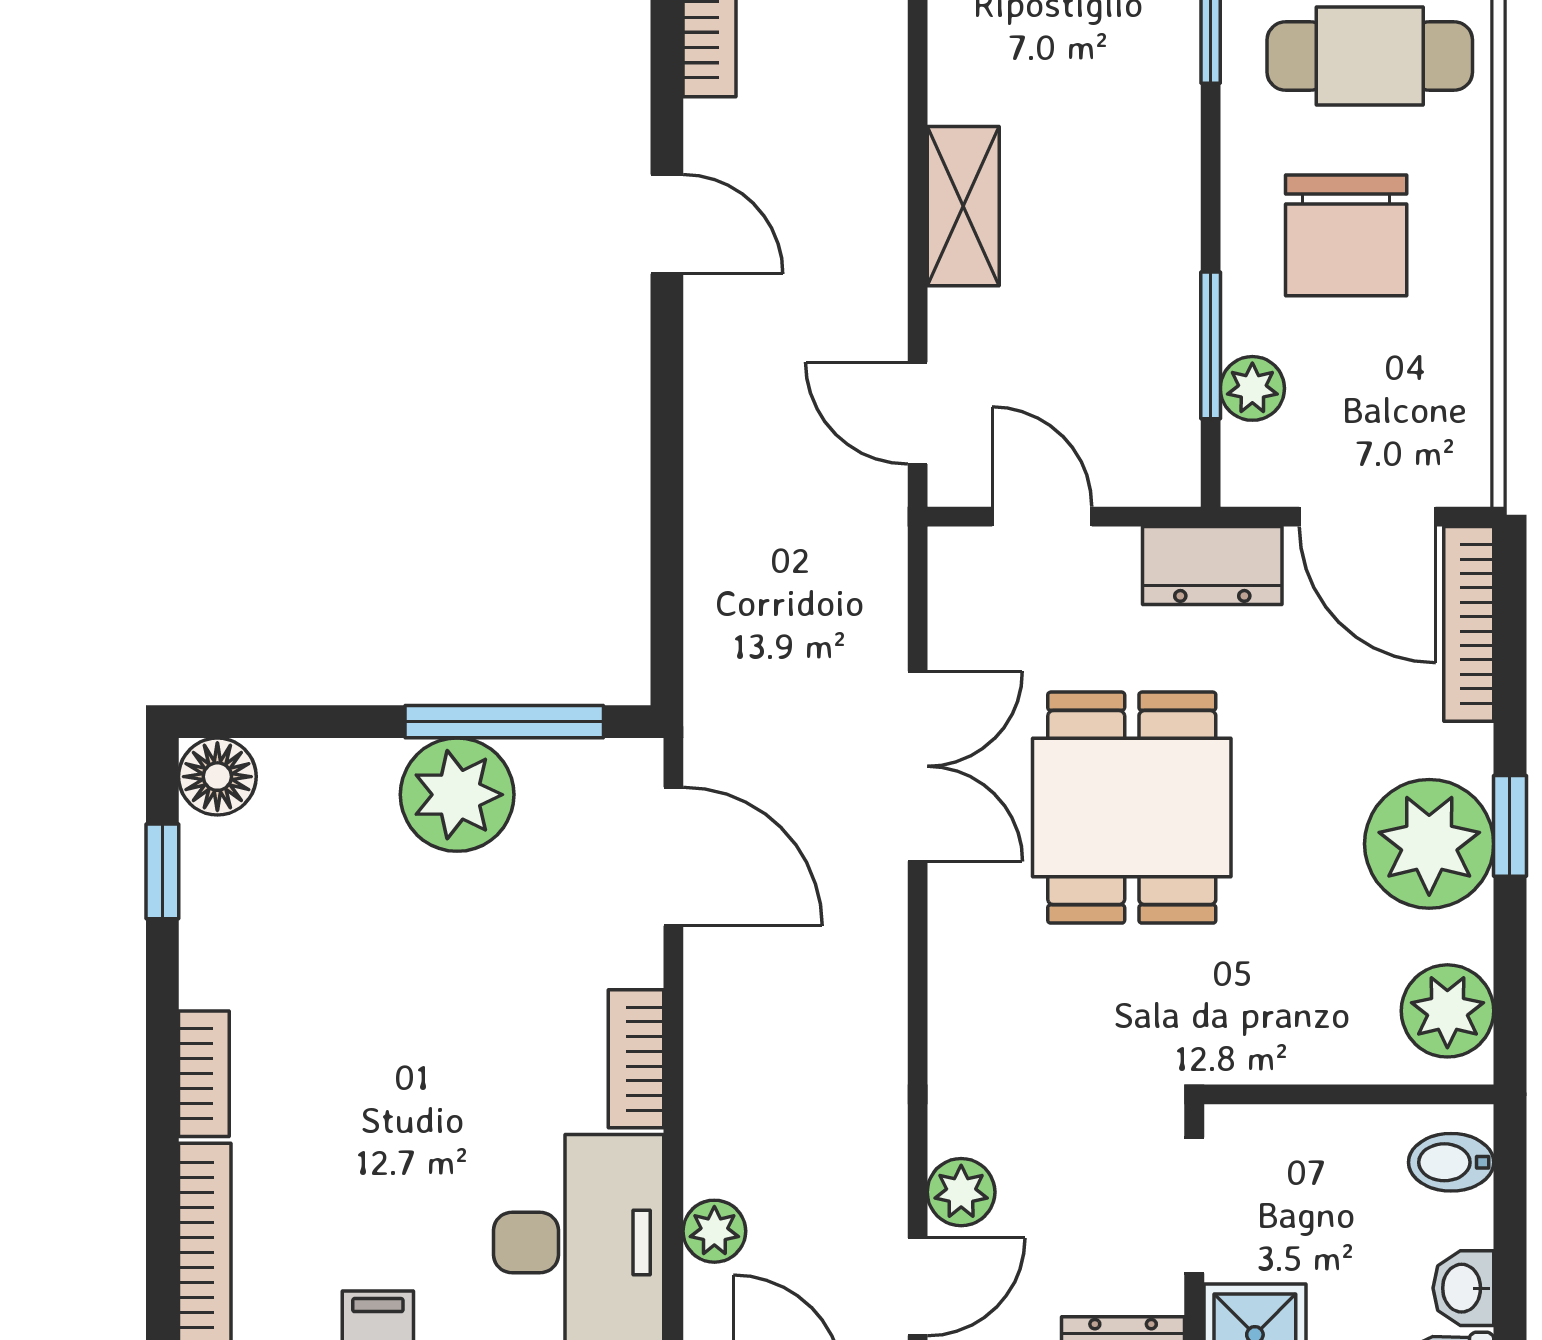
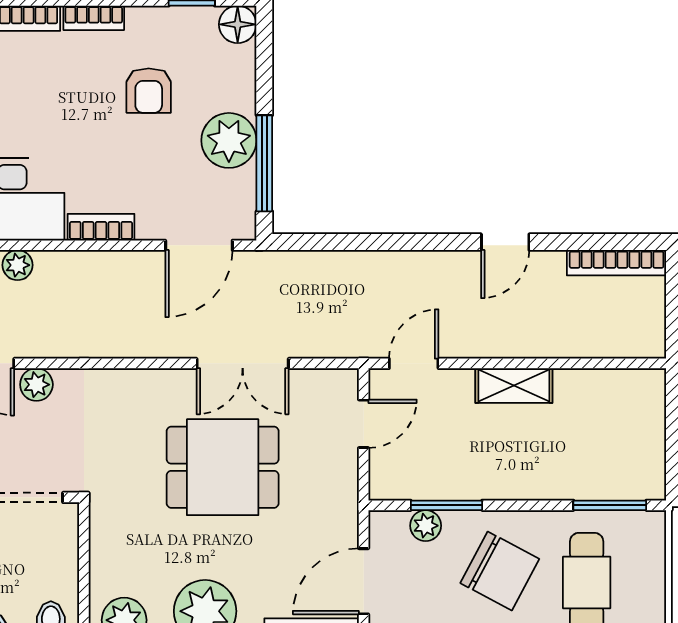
chair: (1346, 235) -> (500, 571), turned -152
dresser: (1212, 565) -> (340, 506), removed
armchair: (354, 960) -> (149, 91), added

